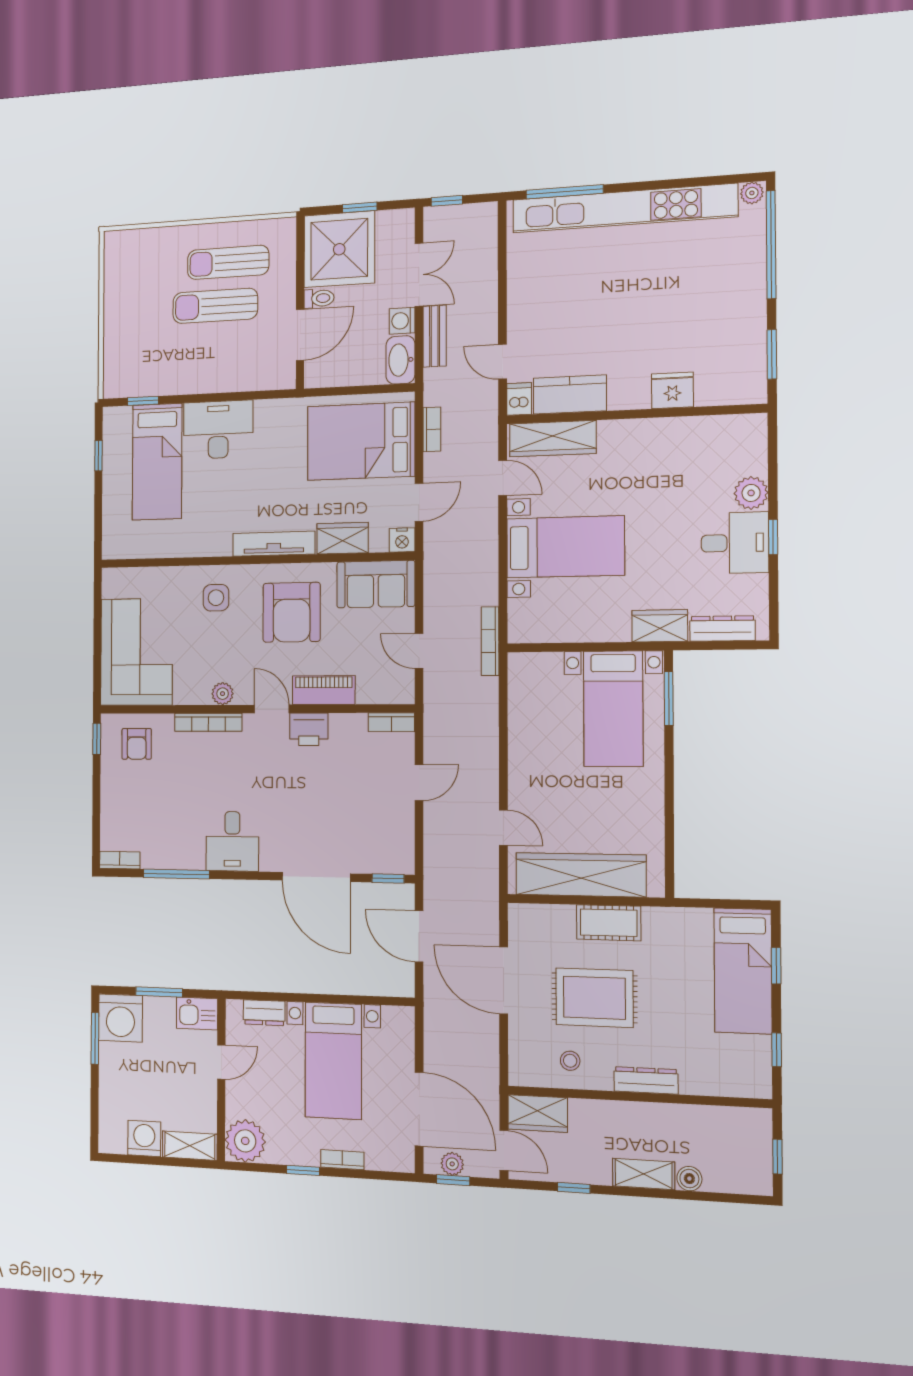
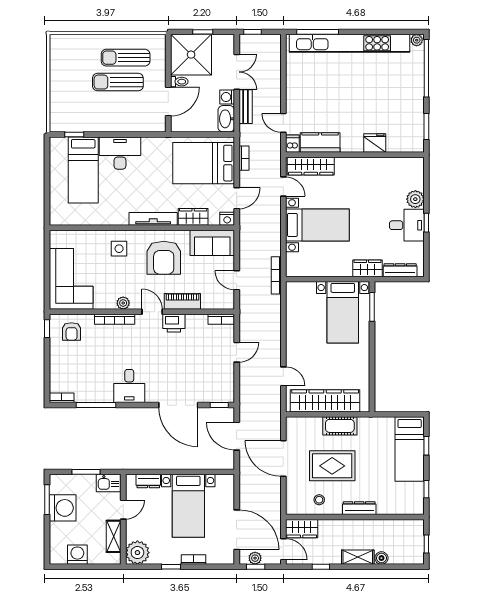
window: (98, 456) -> (47, 165), removed
washing machine: (120, 1018) -> (63, 508), moved, turned -90
shelving: (190, 1146) -> (114, 536), moved, turned 90

